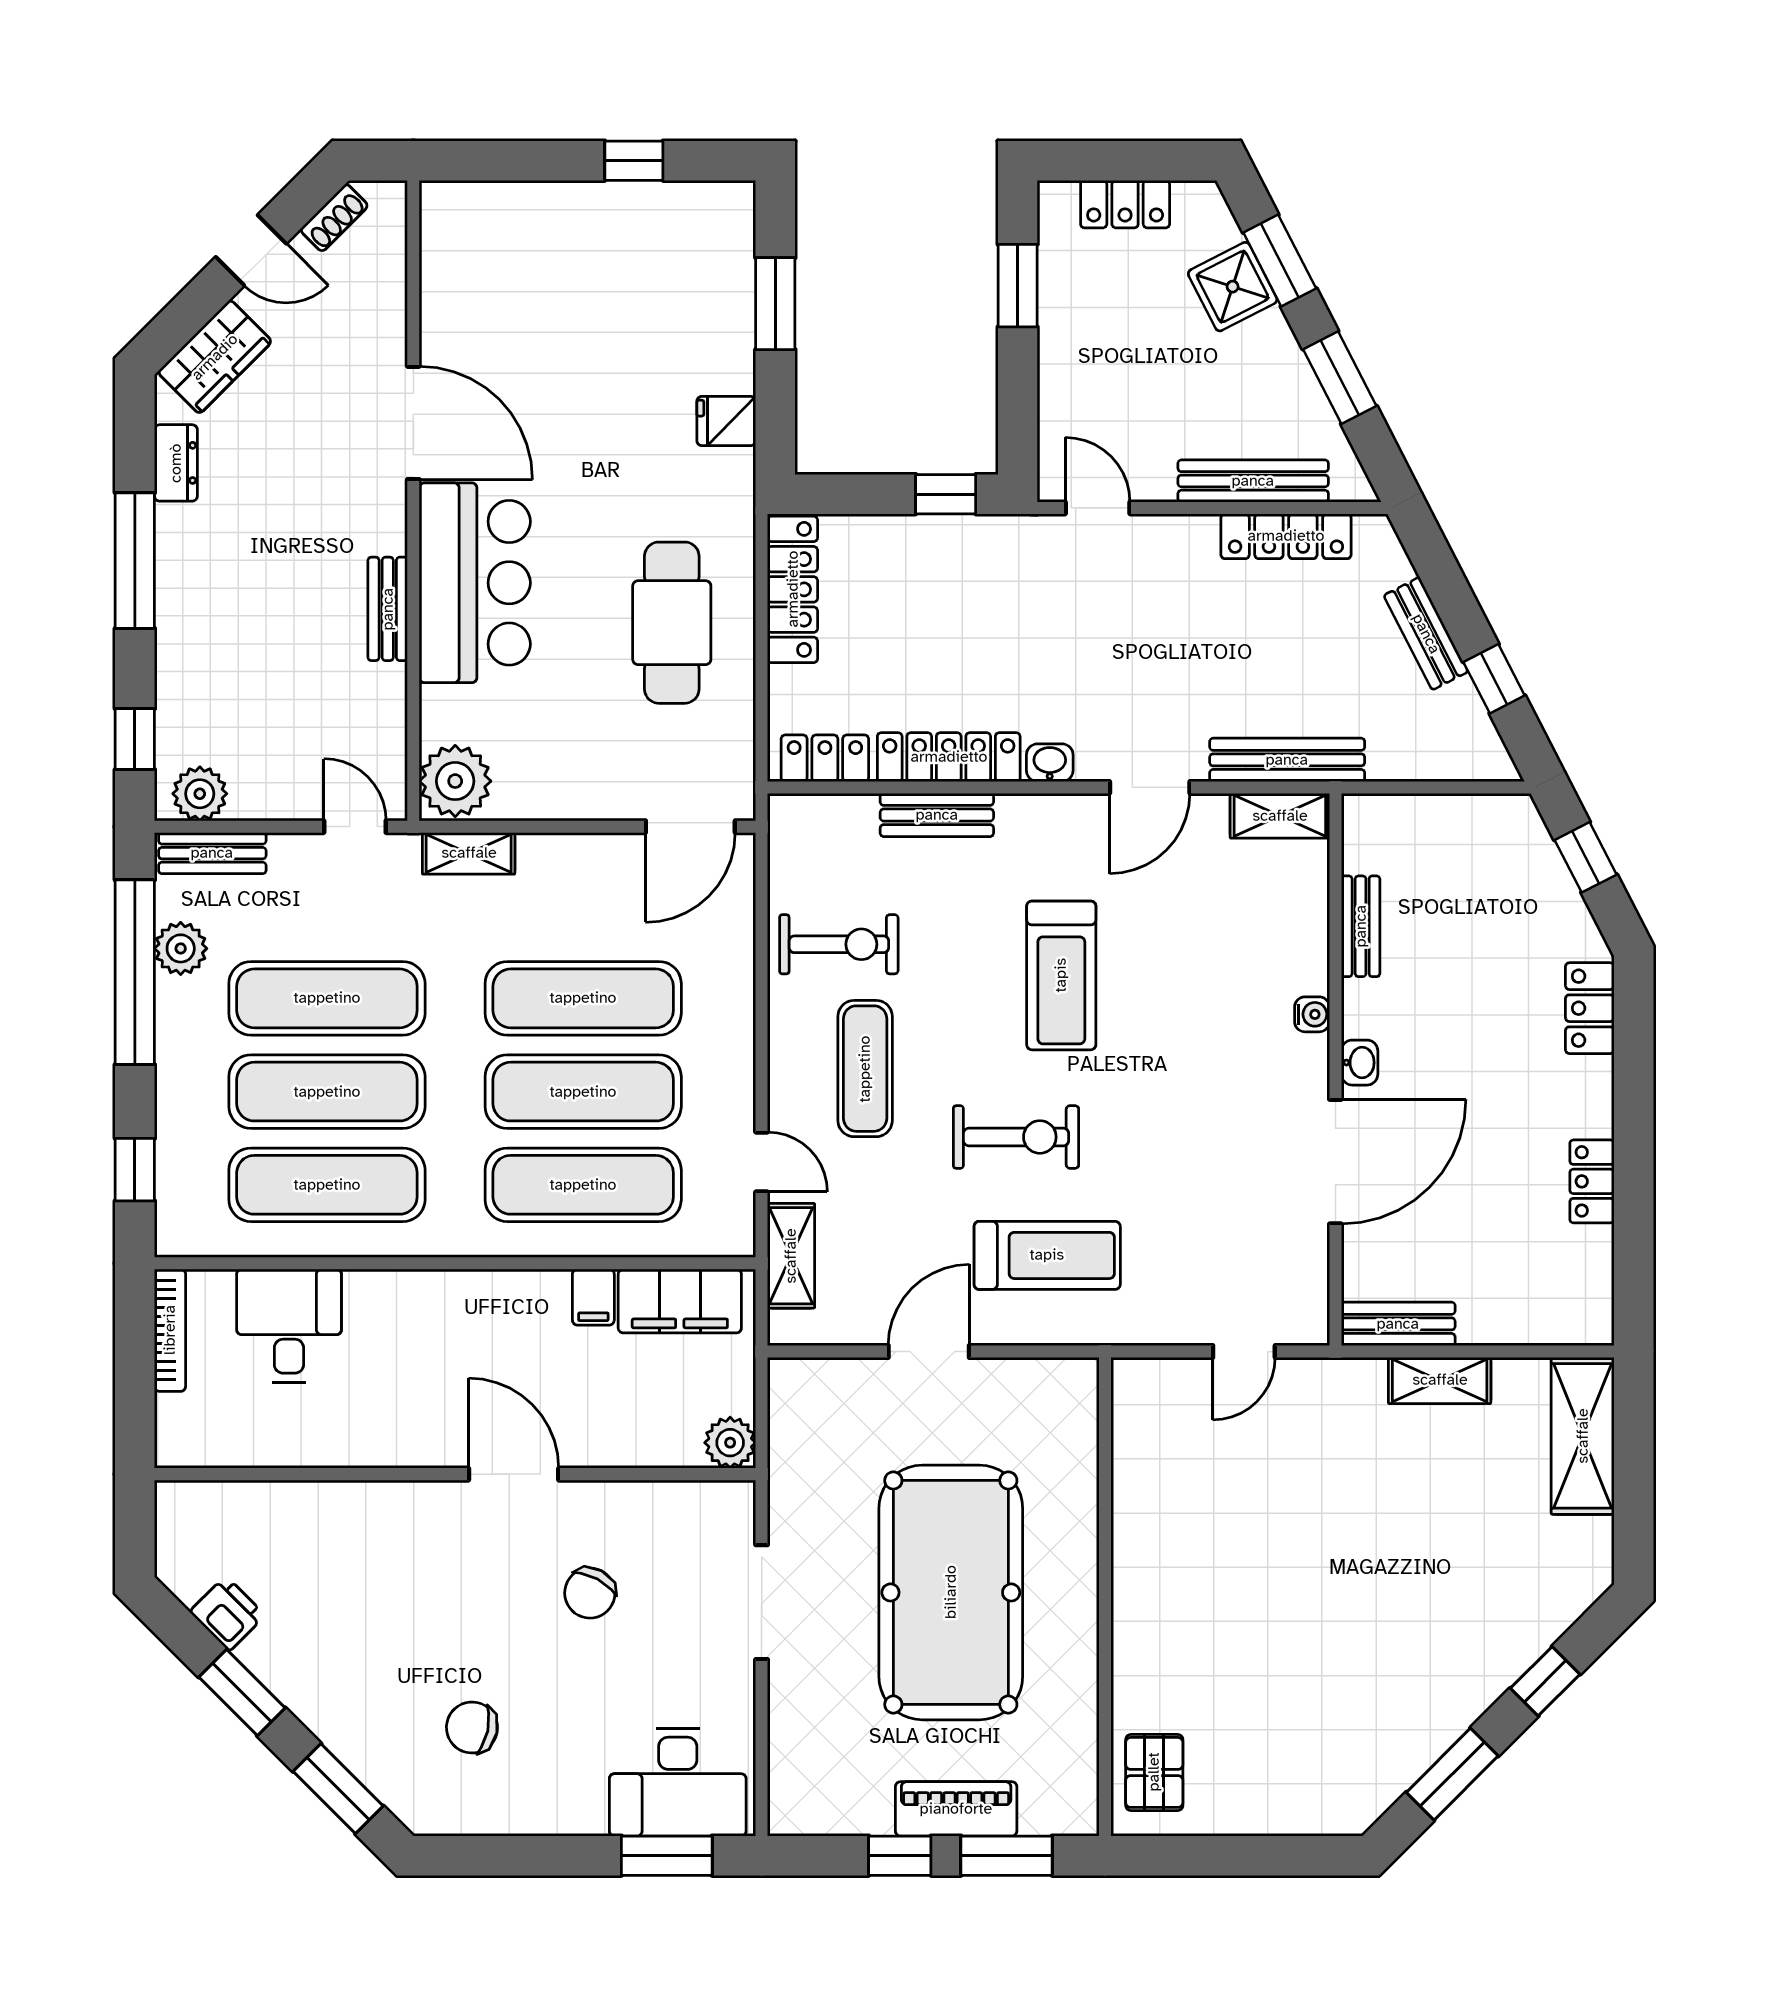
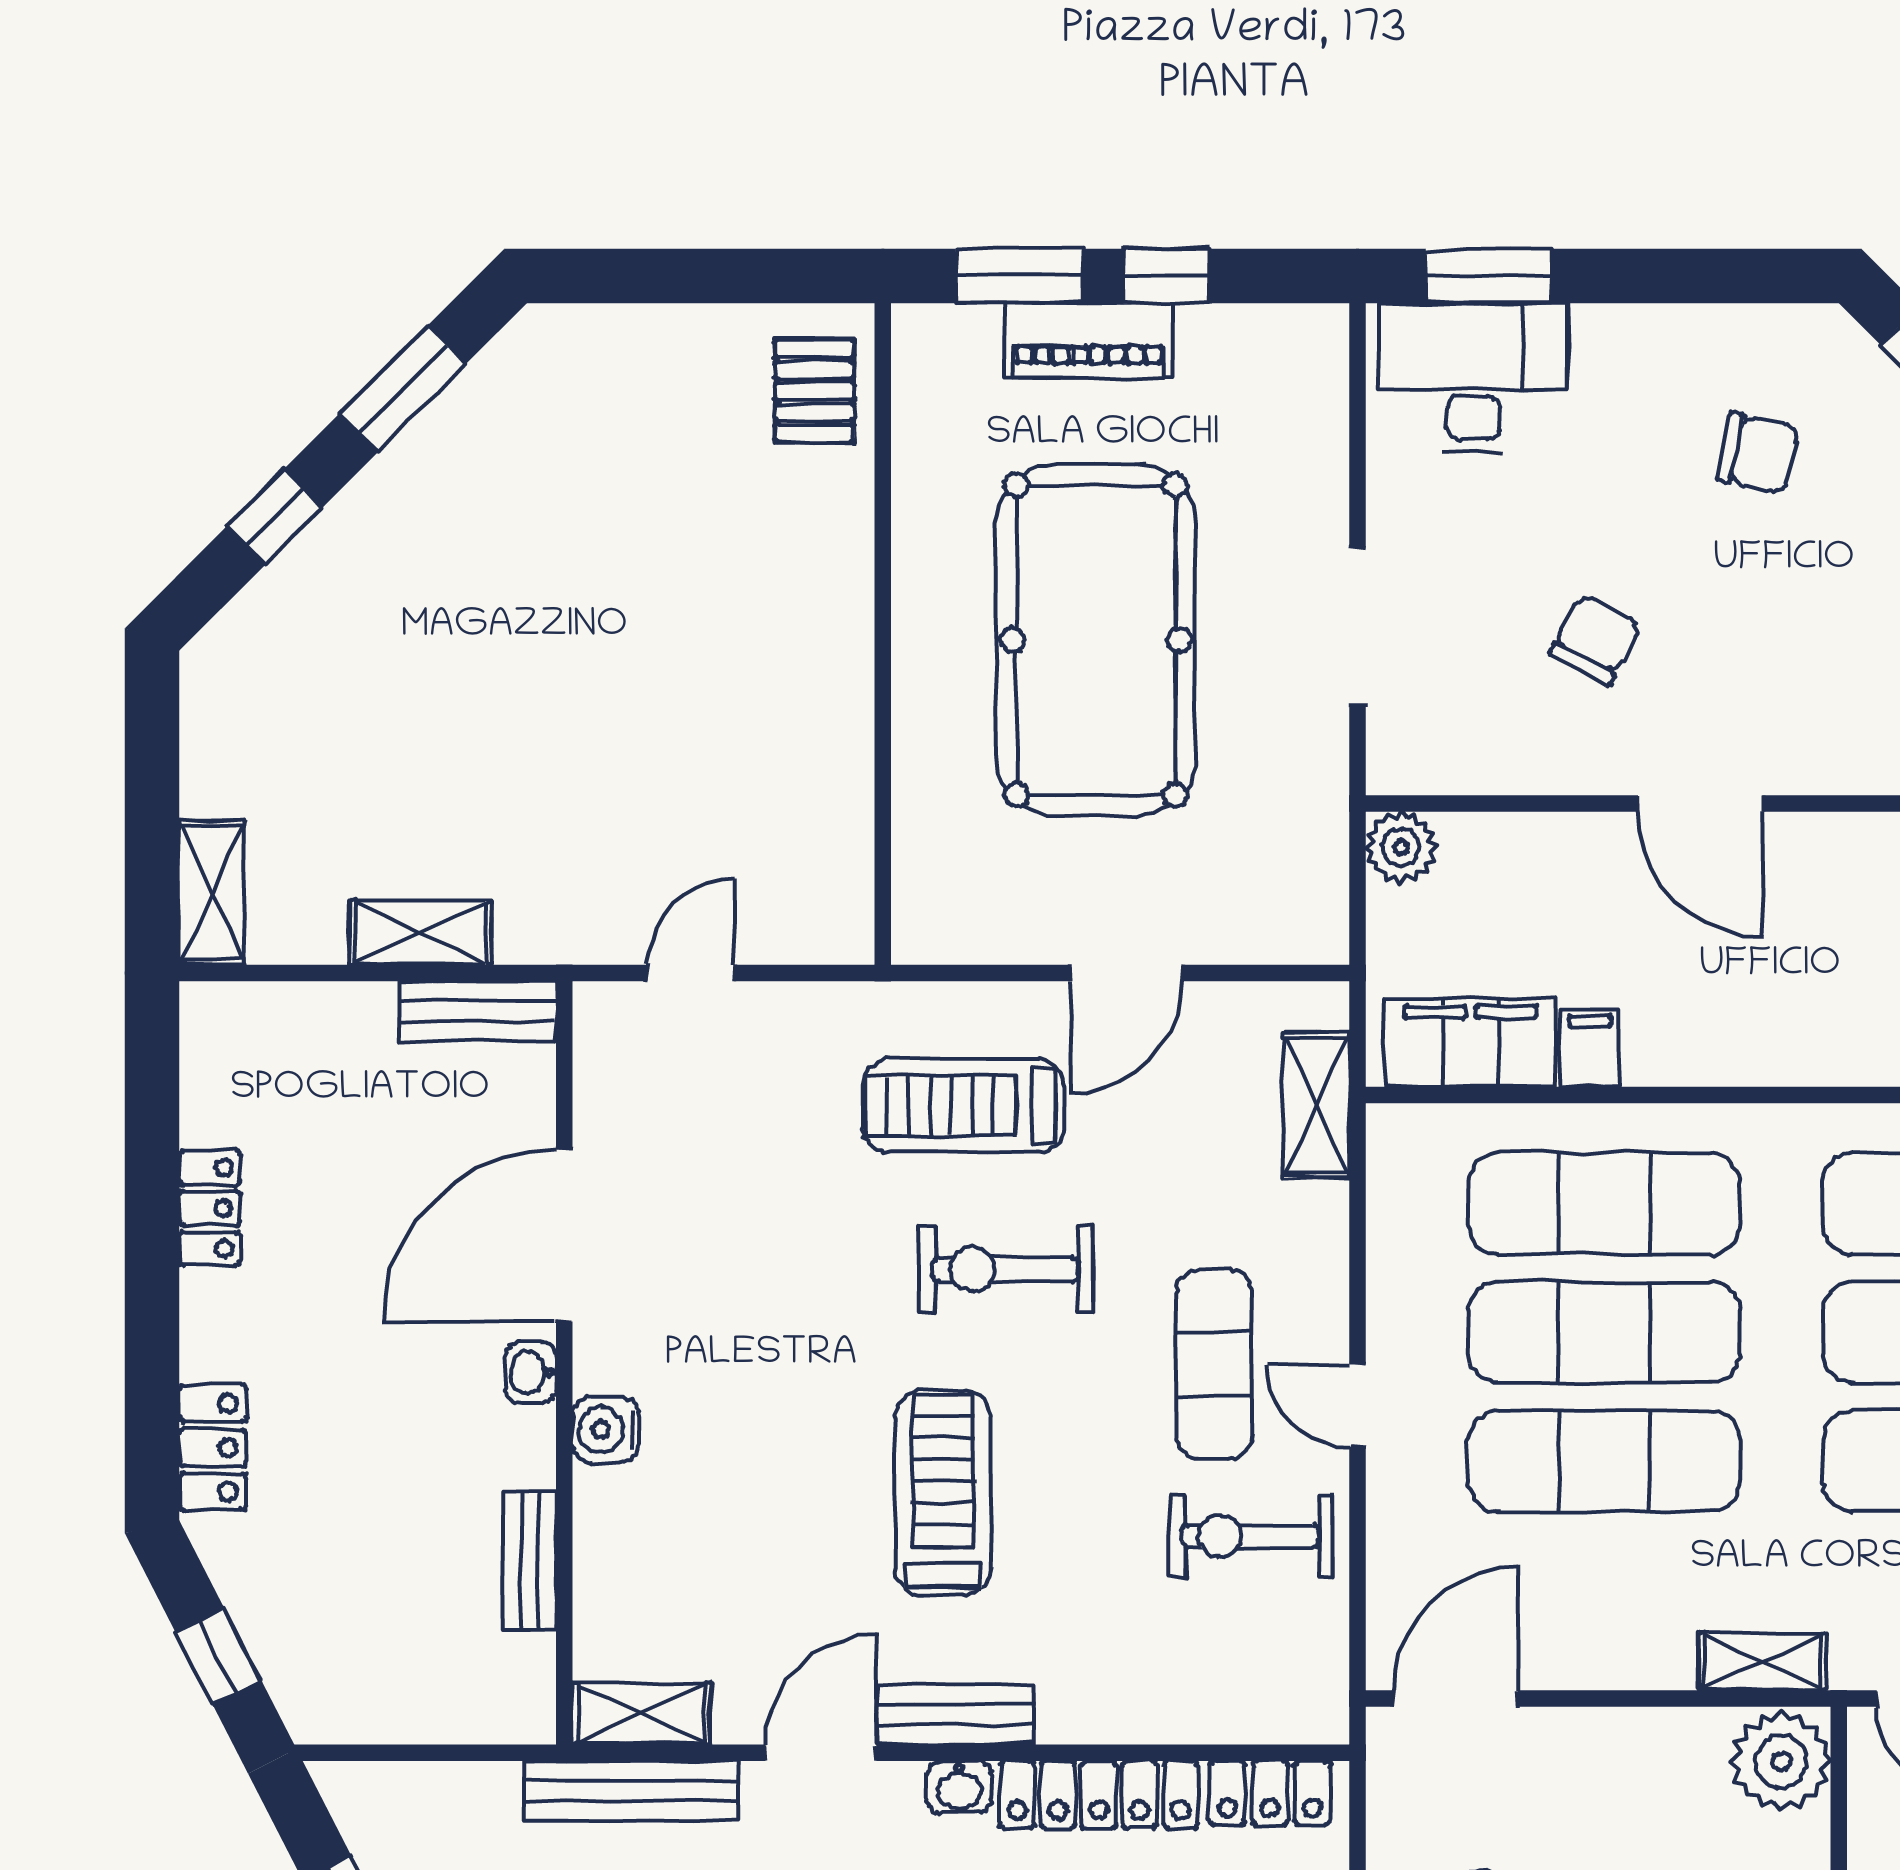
bench: (937, 815) -> (956, 1715), moved
water cooler: (1312, 1014) -> (606, 1430), width x1.38, depth x1.38
door: (762, 1162) -> (1357, 1406), moved
shelving: (1583, 1436) -> (212, 892), width x0.67, depth x0.75

